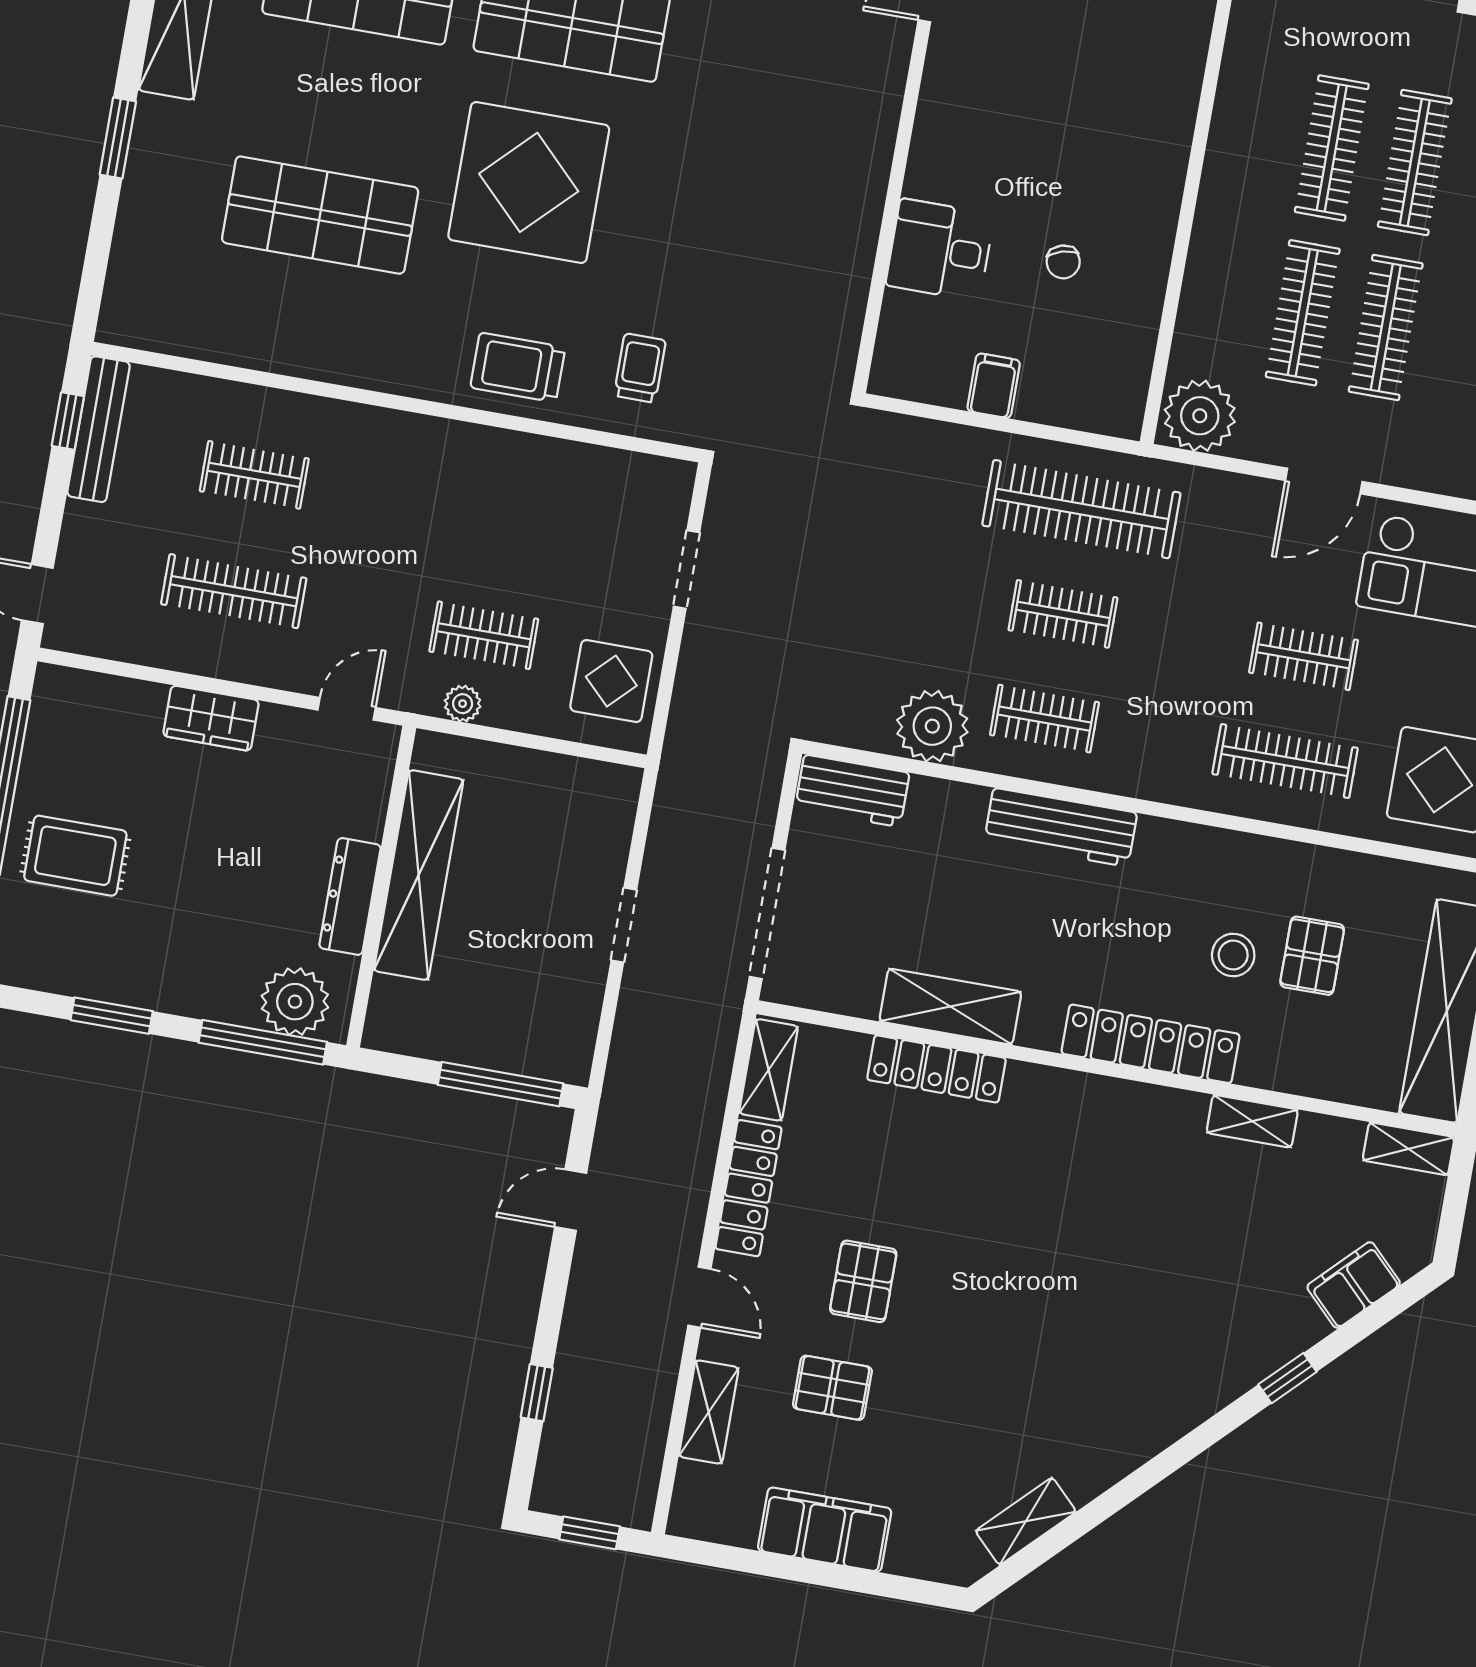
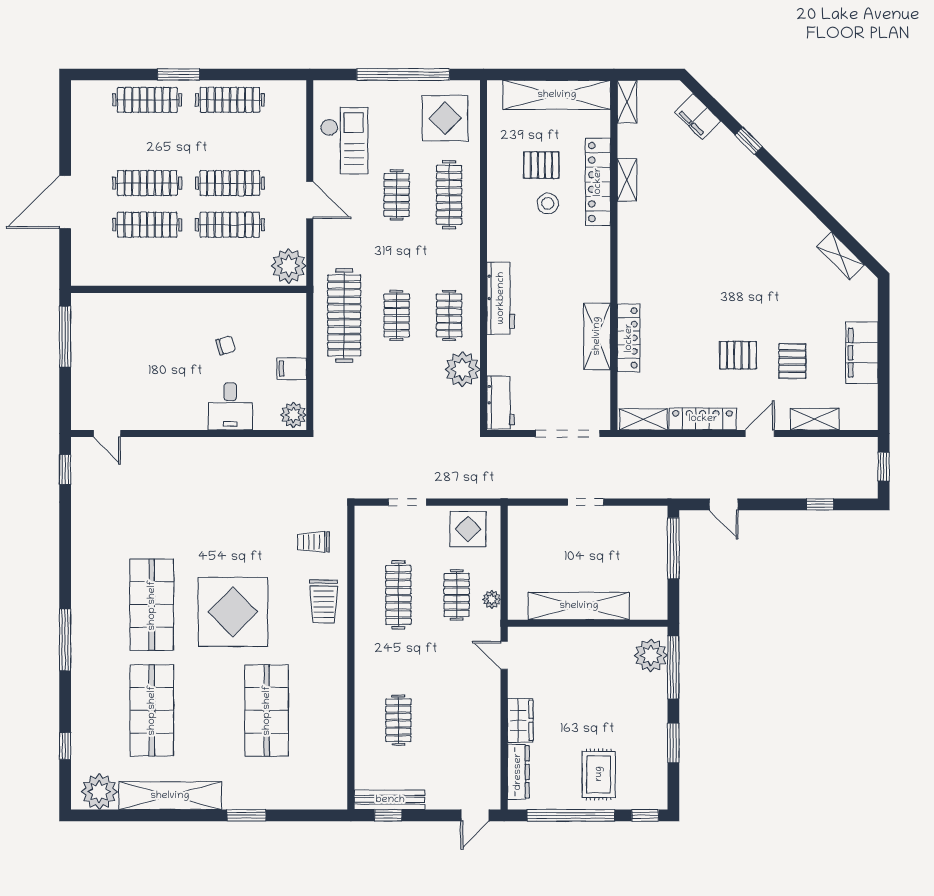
plant: (901, 373) -> (294, 415), added
clothes rail: (234, 591) -> (398, 595), moved
dresser: (350, 896) -> (518, 772), moved, turned -90
locker: (1150, 1044) -> (598, 182), moved

